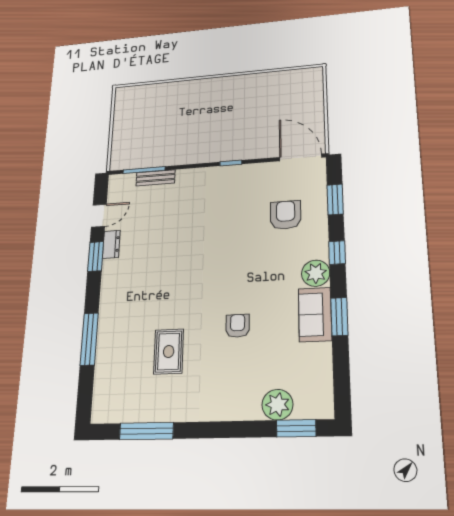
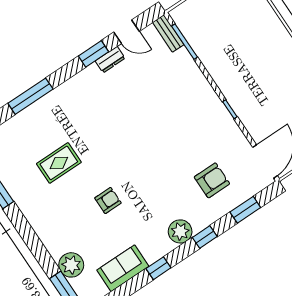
bench: (156, 178) -> (168, 33), moved
sofa: (315, 314) -> (123, 268), moved
window: (339, 317) -> (158, 268), width x0.67

